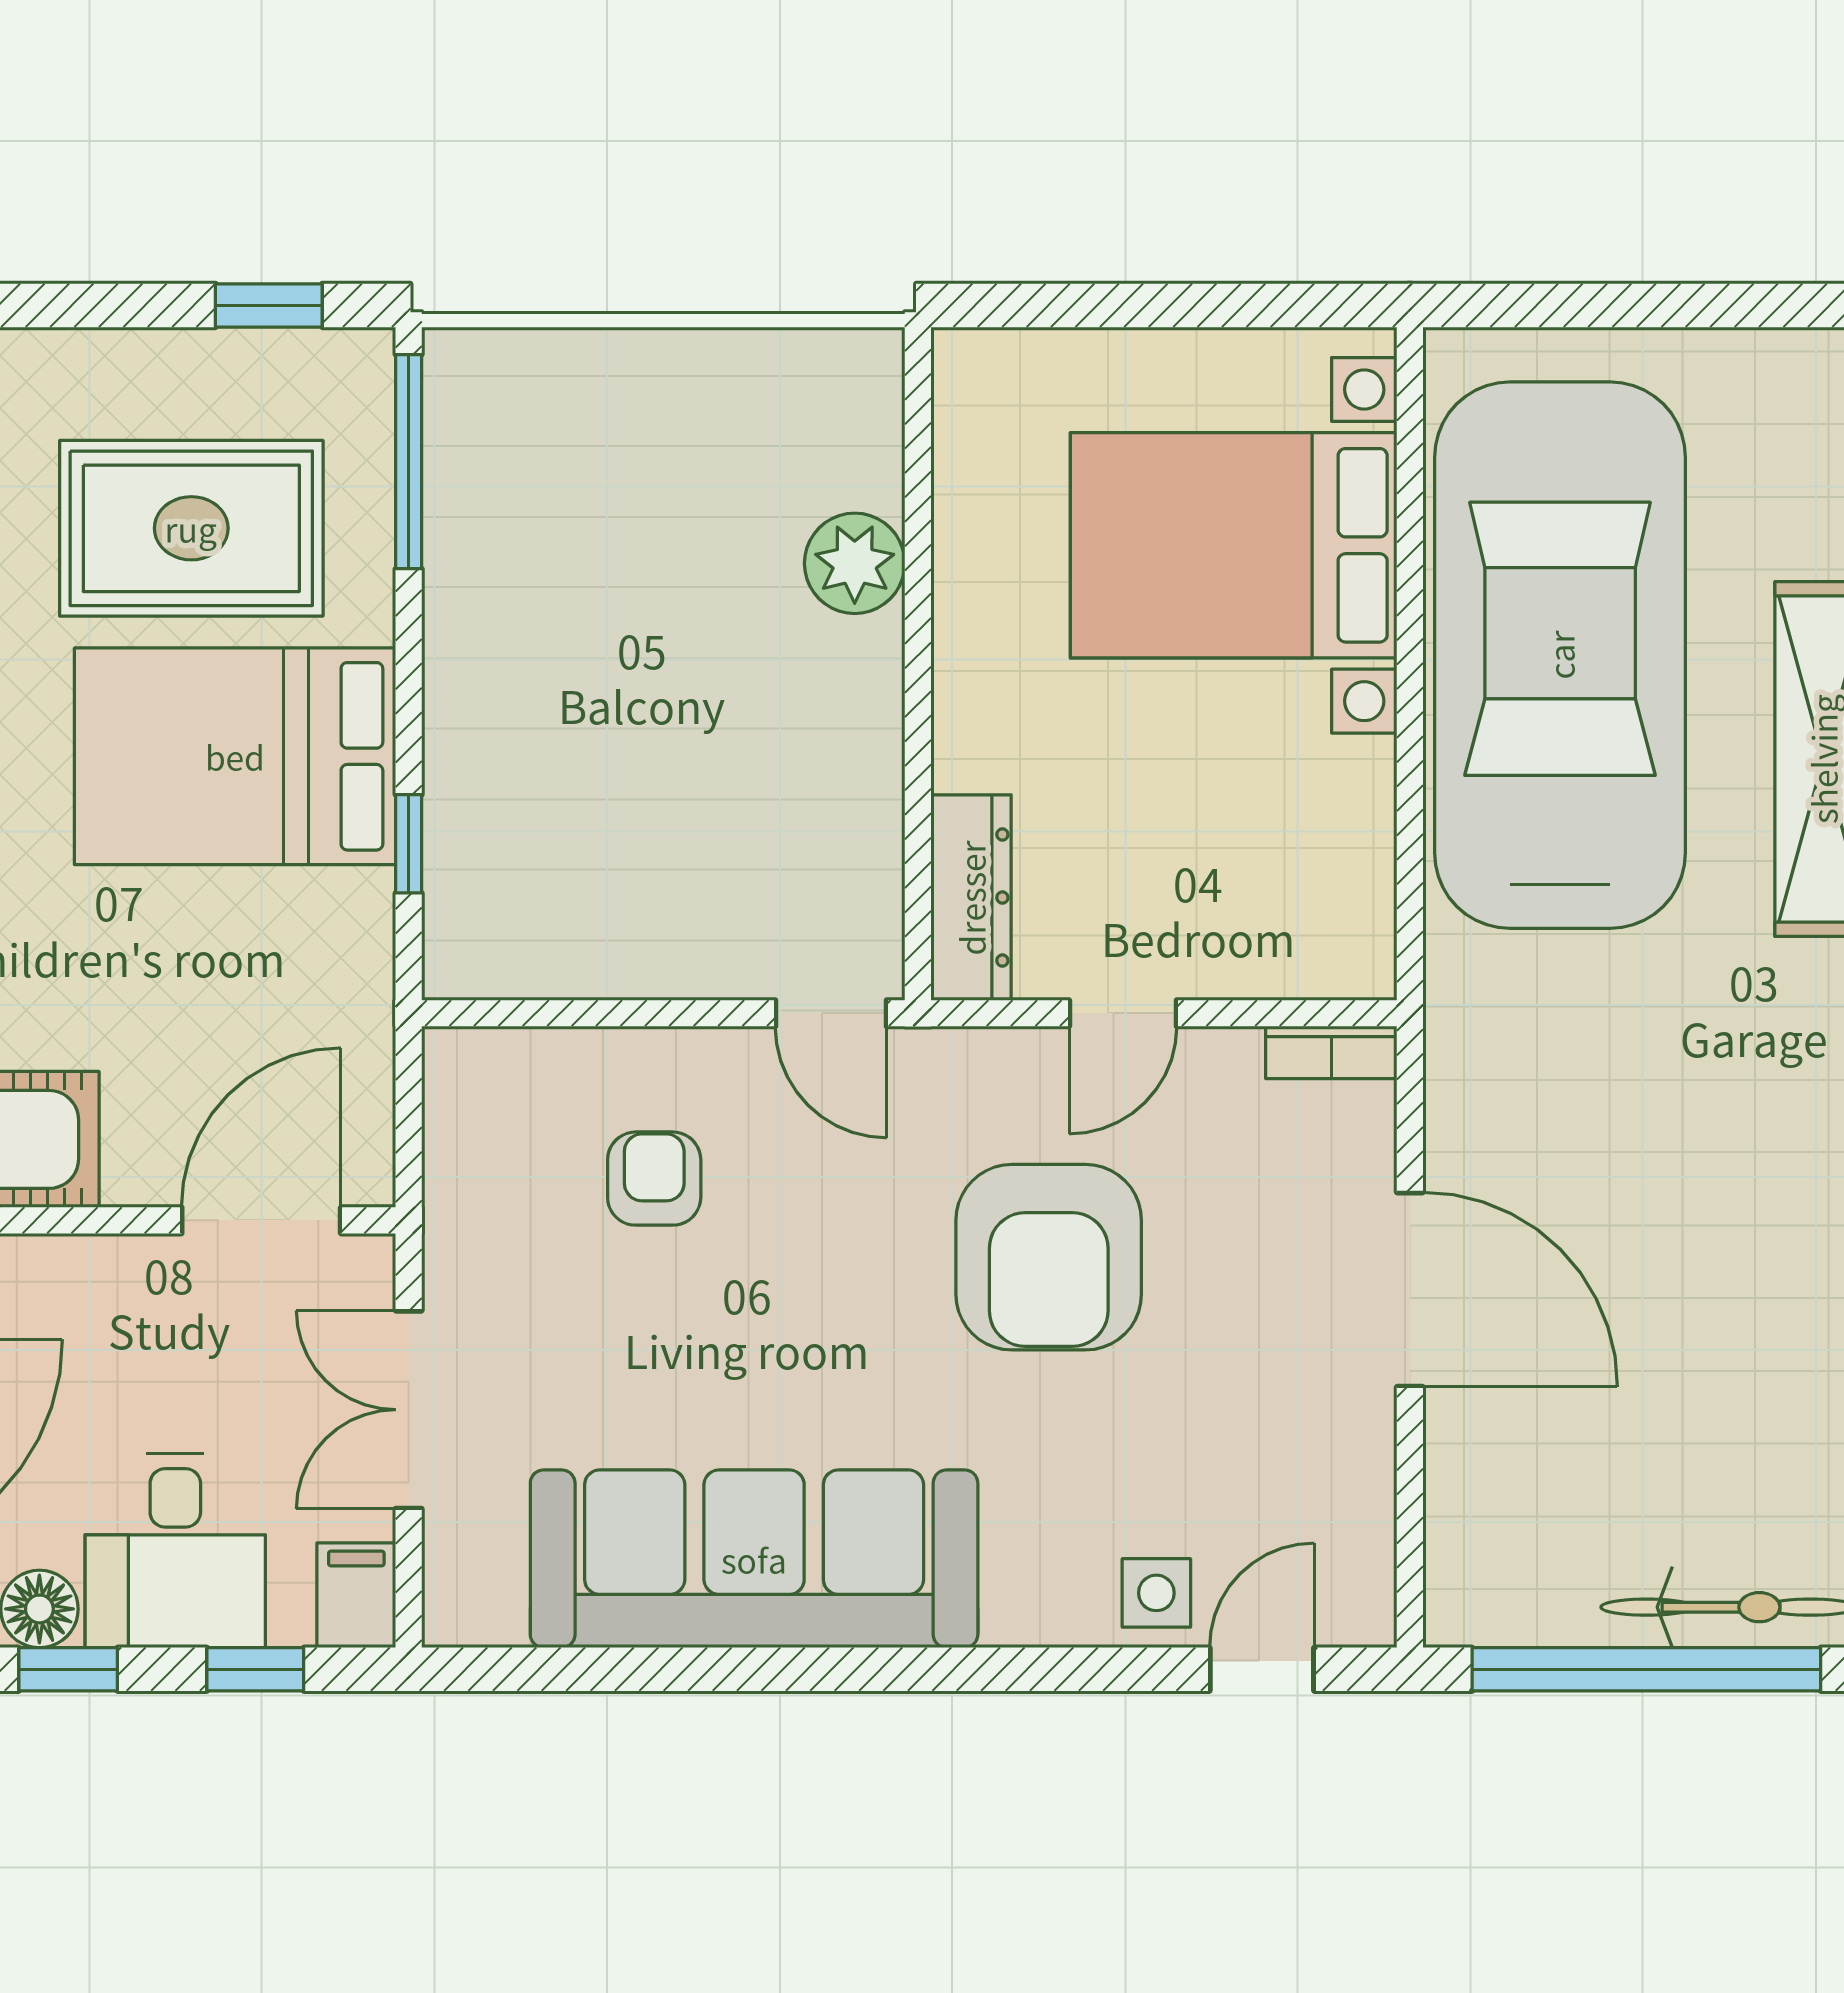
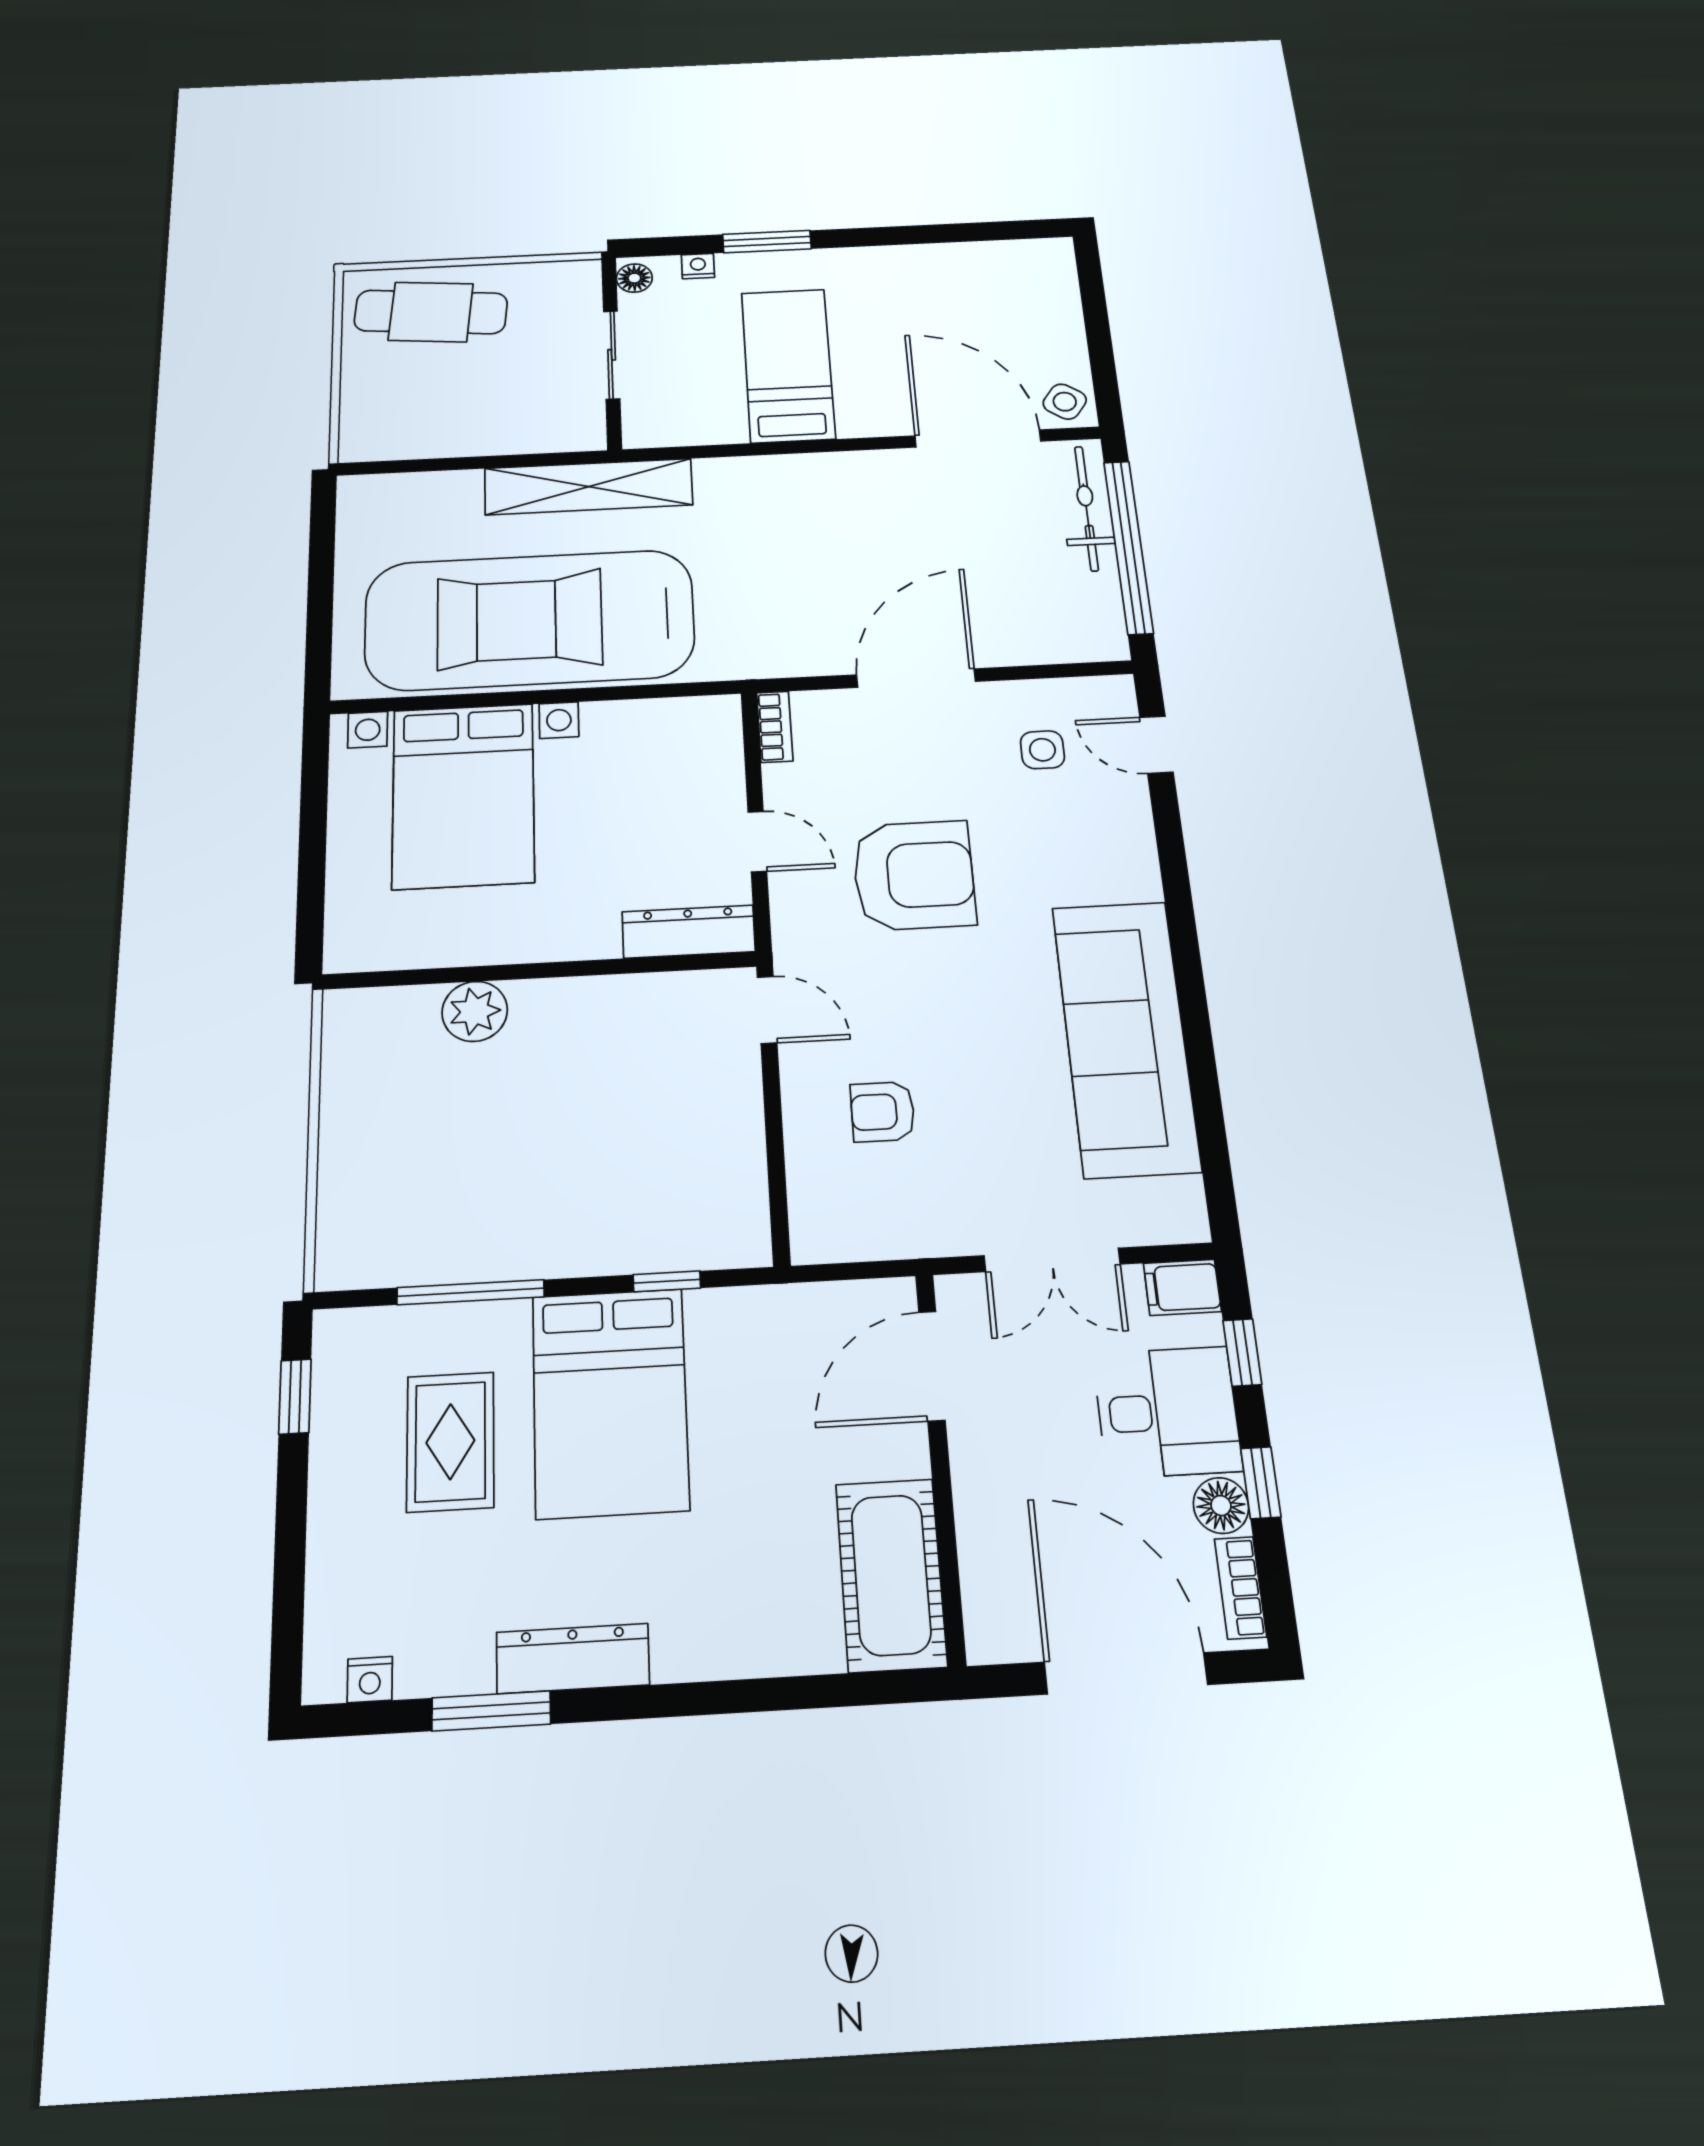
window: (409, 462) -> (471, 1292), moved
rug: (191, 528) -> (450, 1442), width x0.73, depth x0.70
door: (831, 1013) -> (767, 1010), hinge flipped
door: (261, 1220) -> (932, 1366), hinge flipped
side table: (1156, 1593) -> (1042, 750), moved

